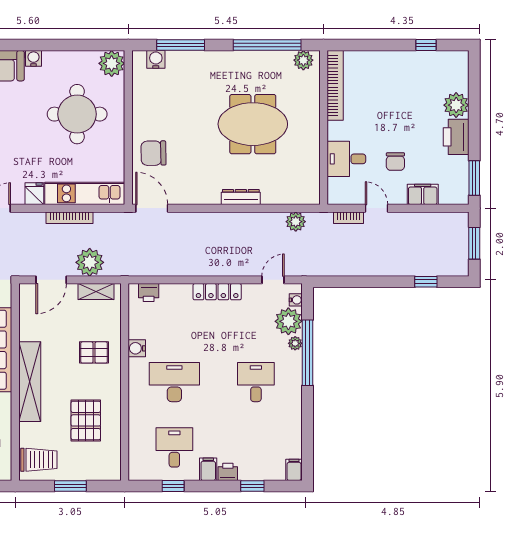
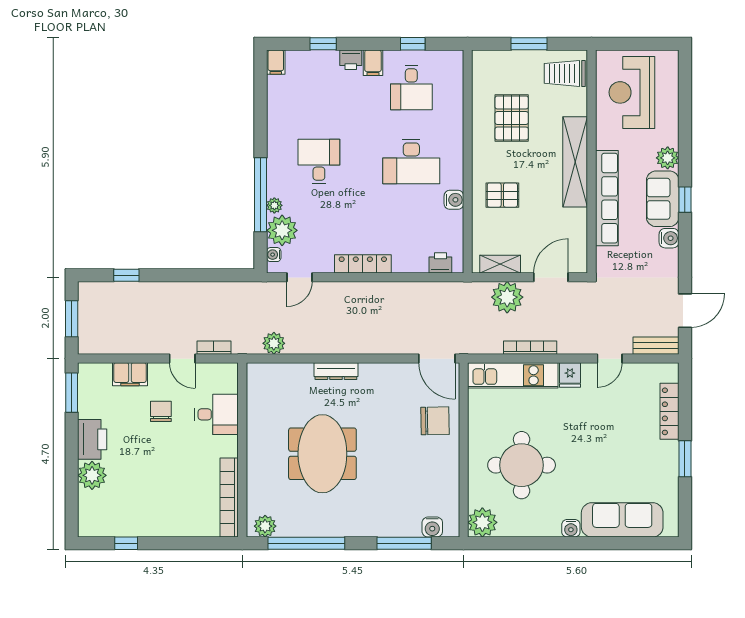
meeting table: (253, 124) -> (322, 454), turned 90
desk: (256, 382) -> (319, 162), turned 180

